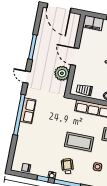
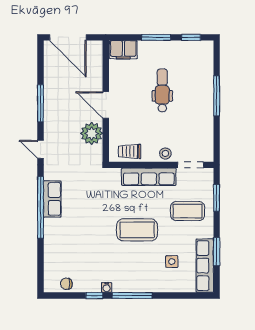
wheelchair: (67, 166) -> (127, 270), removed

